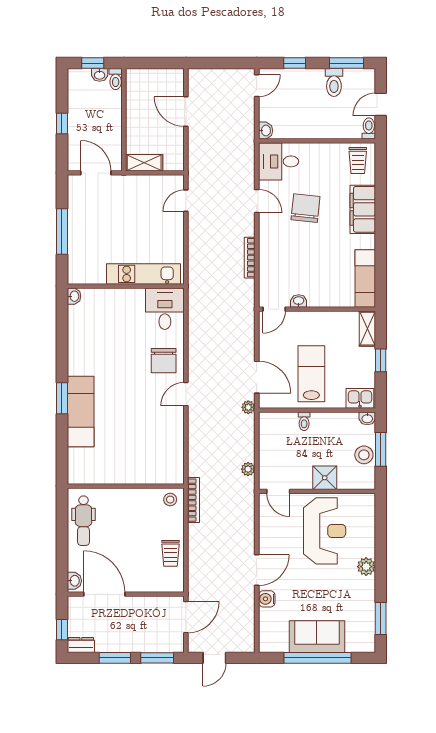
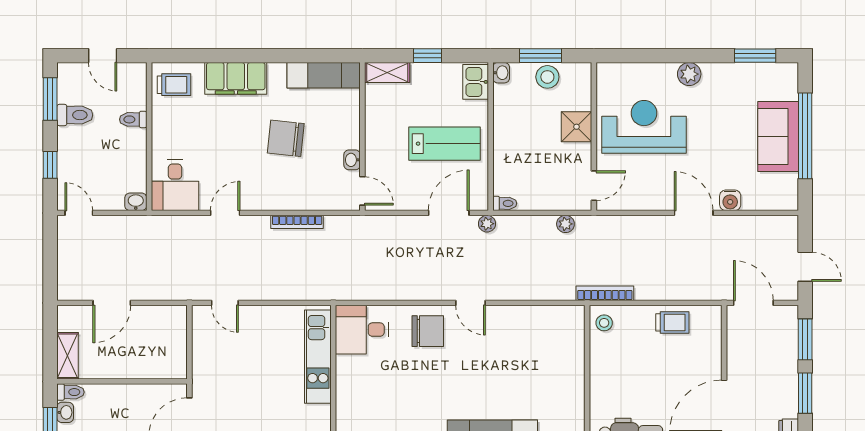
toilet: (369, 128) -> (133, 119), moved
shelving: (144, 163) -> (67, 356), moved
chair: (305, 208) -> (286, 138), moved
lab bench: (311, 374) -> (444, 144), turned 180
toilet: (304, 421) -> (505, 203), moved

